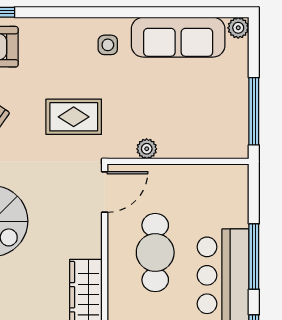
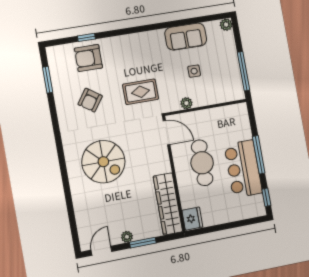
sofa: (178, 37) -> (186, 37), width x0.73
side table: (108, 45) -> (194, 71), moved
door: (105, 192) -> (166, 133), hinge flipped

